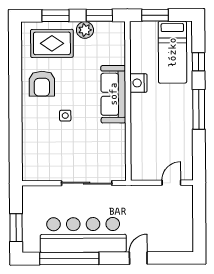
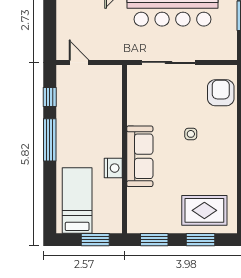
plant: (85, 30) -> (169, 224), removed
window: (198, 62) -> (50, 97), moved
armchair: (42, 84) -> (221, 93), moved
door: (171, 183) -> (79, 62), swing flipped

